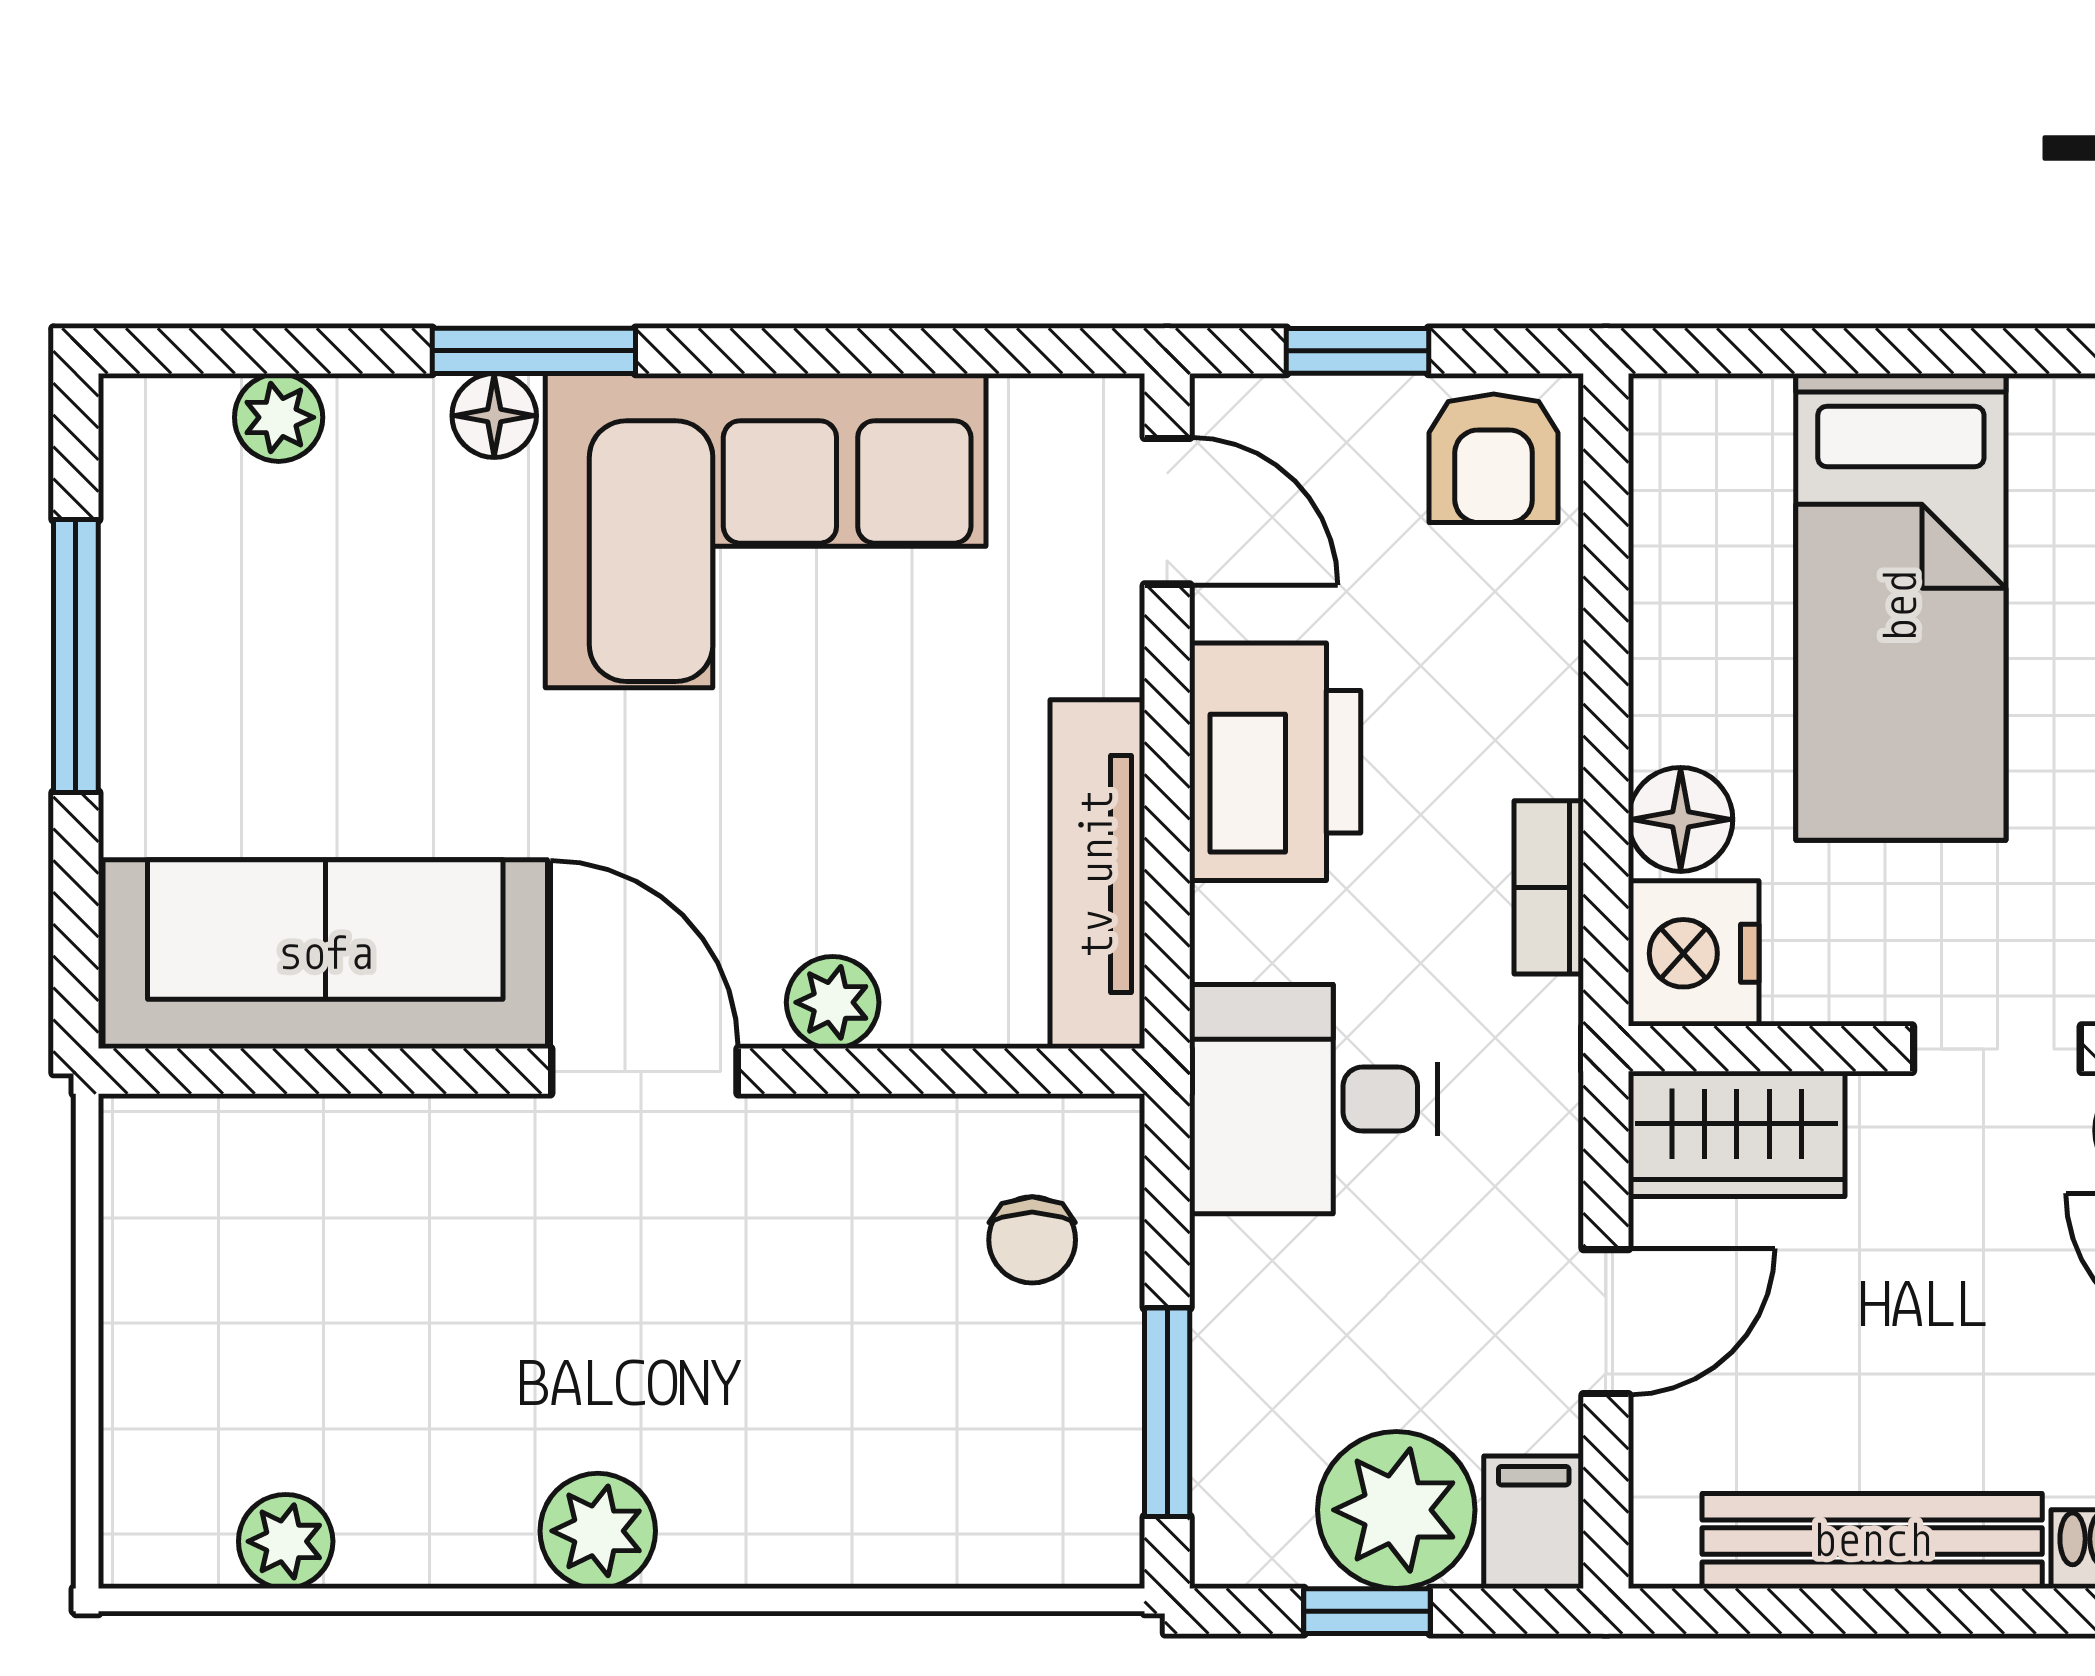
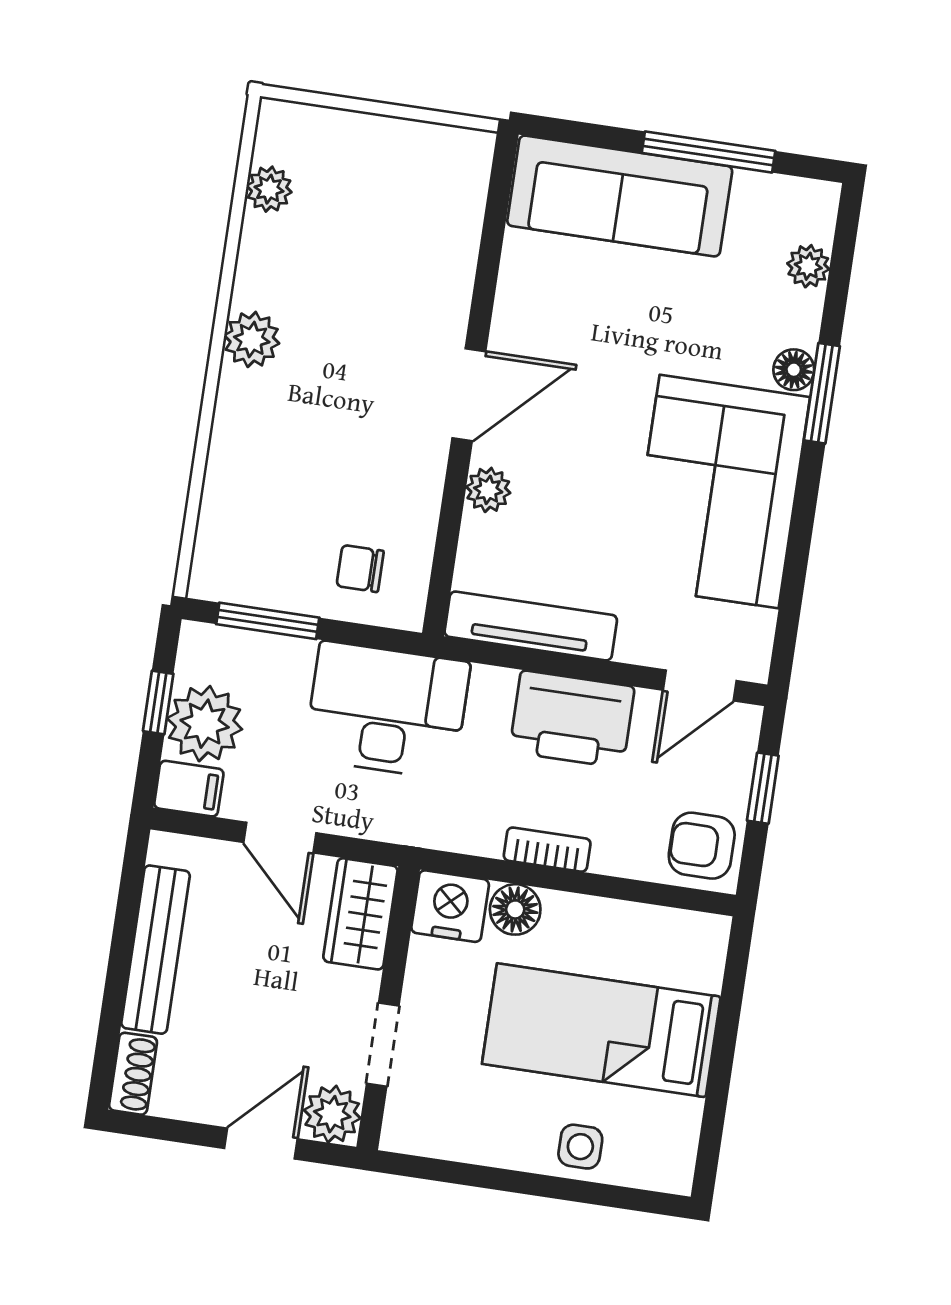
bookcase: (1549, 887) -> (547, 850), moved
sofa: (325, 954) -> (620, 196), moved, turned 90
desk: (1313, 1099) -> (387, 710), width x1.37

